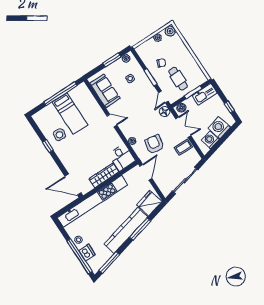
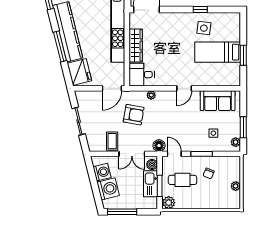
plant: (170, 31) -> (169, 203), moved
window: (60, 94) -> (243, 55), width x0.47
kitchen sink: (204, 94) -> (150, 184), moved
window: (229, 107) -> (122, 212), width x2.17
door: (146, 172) -> (112, 88), hinge flipped
sliding door: (185, 181) -> (79, 121), width x0.73

